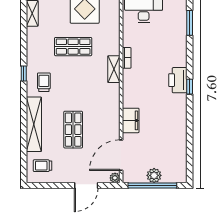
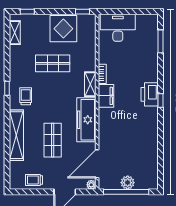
freezer: (110, 108) -> (86, 120), added
filing cabinet: (131, 120) -> (106, 96), moved
trolley: (43, 166) -> (34, 180), moved

